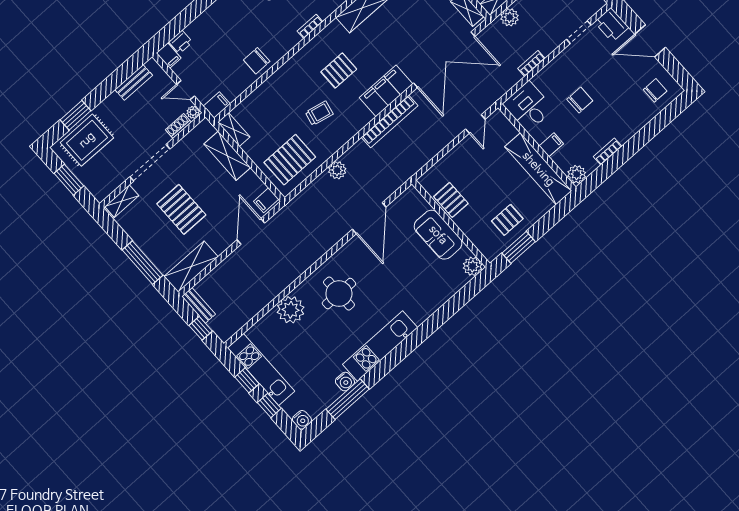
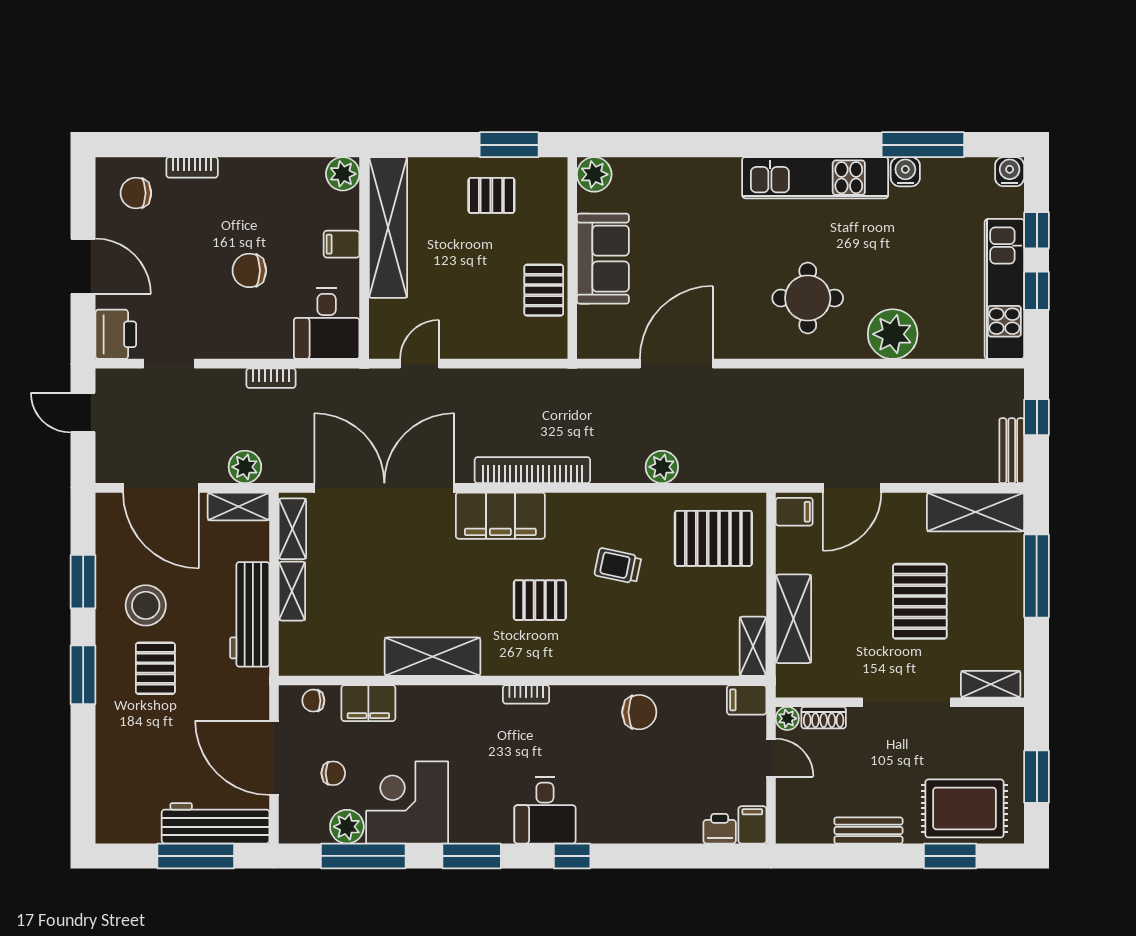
bench: (134, 82) -> (868, 830), moved
bookcase: (608, 152) -> (192, 167), moved

